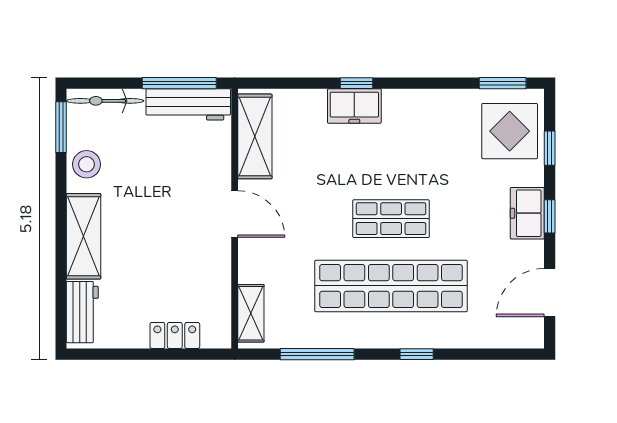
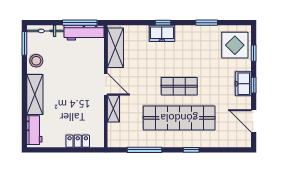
window: (503, 83) -> (207, 23), moved
door: (550, 293) -> (254, 121), hinge flipped
shelving: (251, 313) -> (113, 109), moved

